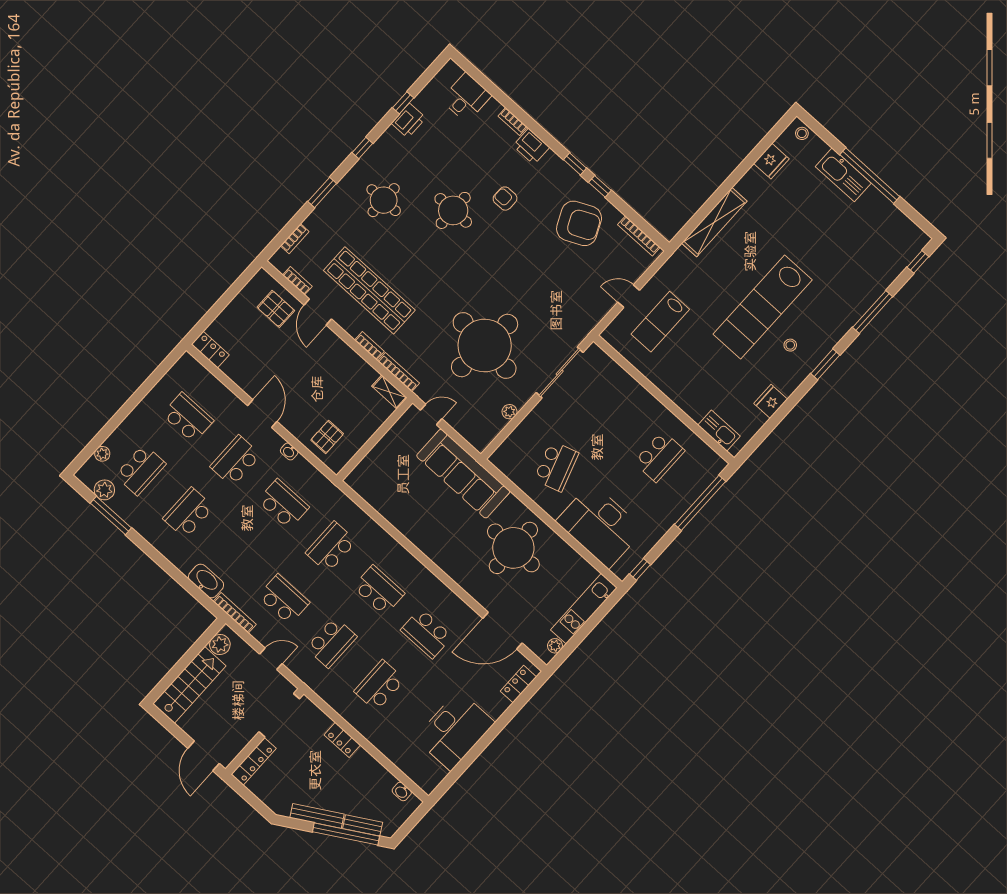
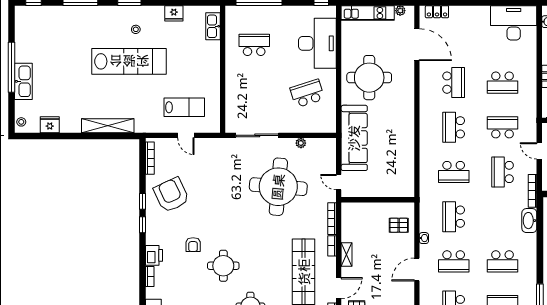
shelving: (389, 392) -> (347, 255), moved
desk: (455, 730) -> (514, 23), moved

